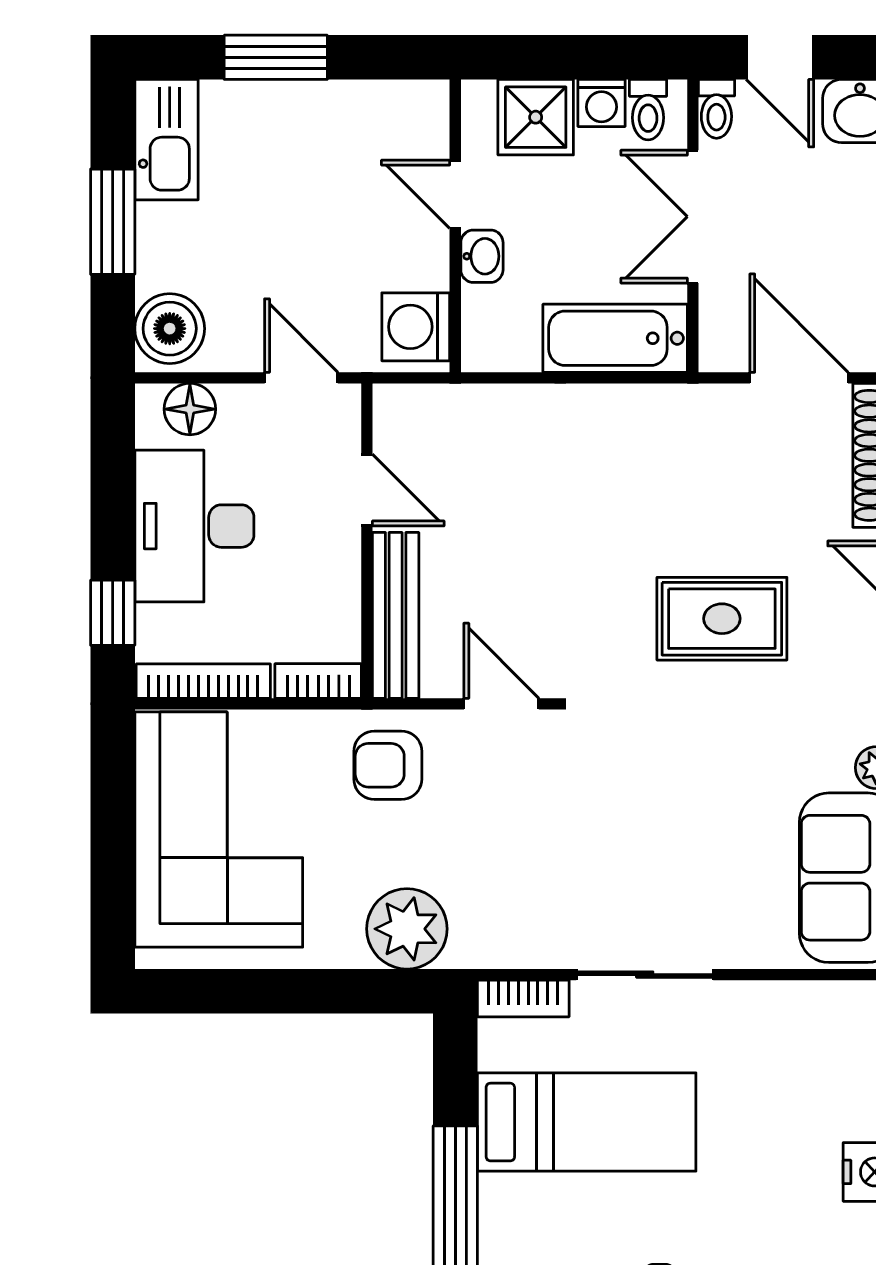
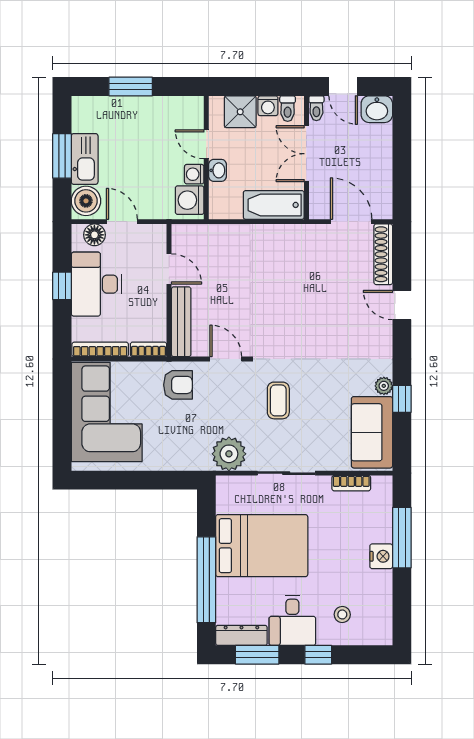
kitchen sink: (167, 140) -> (85, 159), moved
washing machine: (427, 265) -> (194, 174), added
door: (301, 378) -> (122, 222), moved
window: (113, 613) -> (62, 286), moved
rug: (722, 619) -> (319, 323), removed
armchair: (388, 765) -> (178, 385), turned 180
coffee table: (626, 802) -> (278, 400), added
plant: (407, 929) -> (229, 454), moved
bookcase: (523, 998) -> (351, 483), moved
bed: (587, 1122) -> (262, 546), width x1.50

